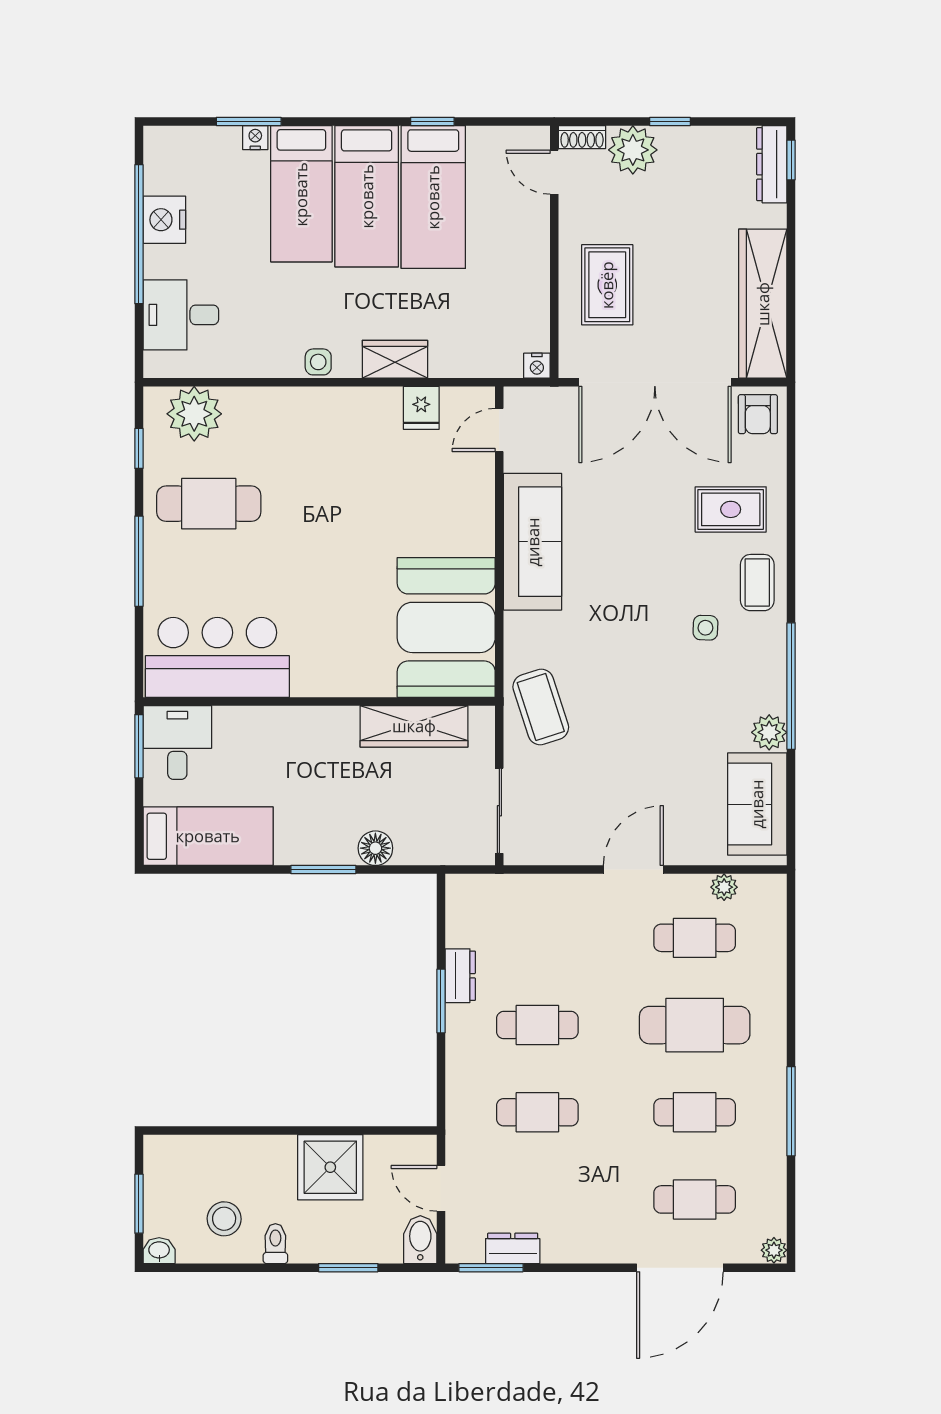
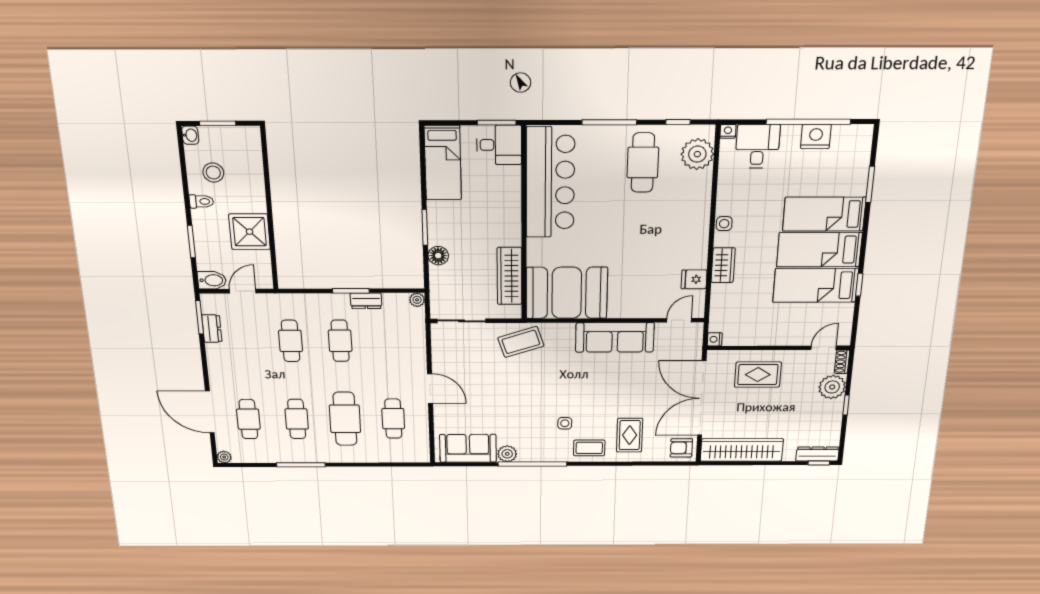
nightstand: (255, 138) -> (728, 131), moved, turned -90
door: (499, 430) -> (679, 320), hinge flipped
bar counter: (217, 657) -> (550, 183), width x1.36
plant: (724, 887) -> (417, 300), moved

